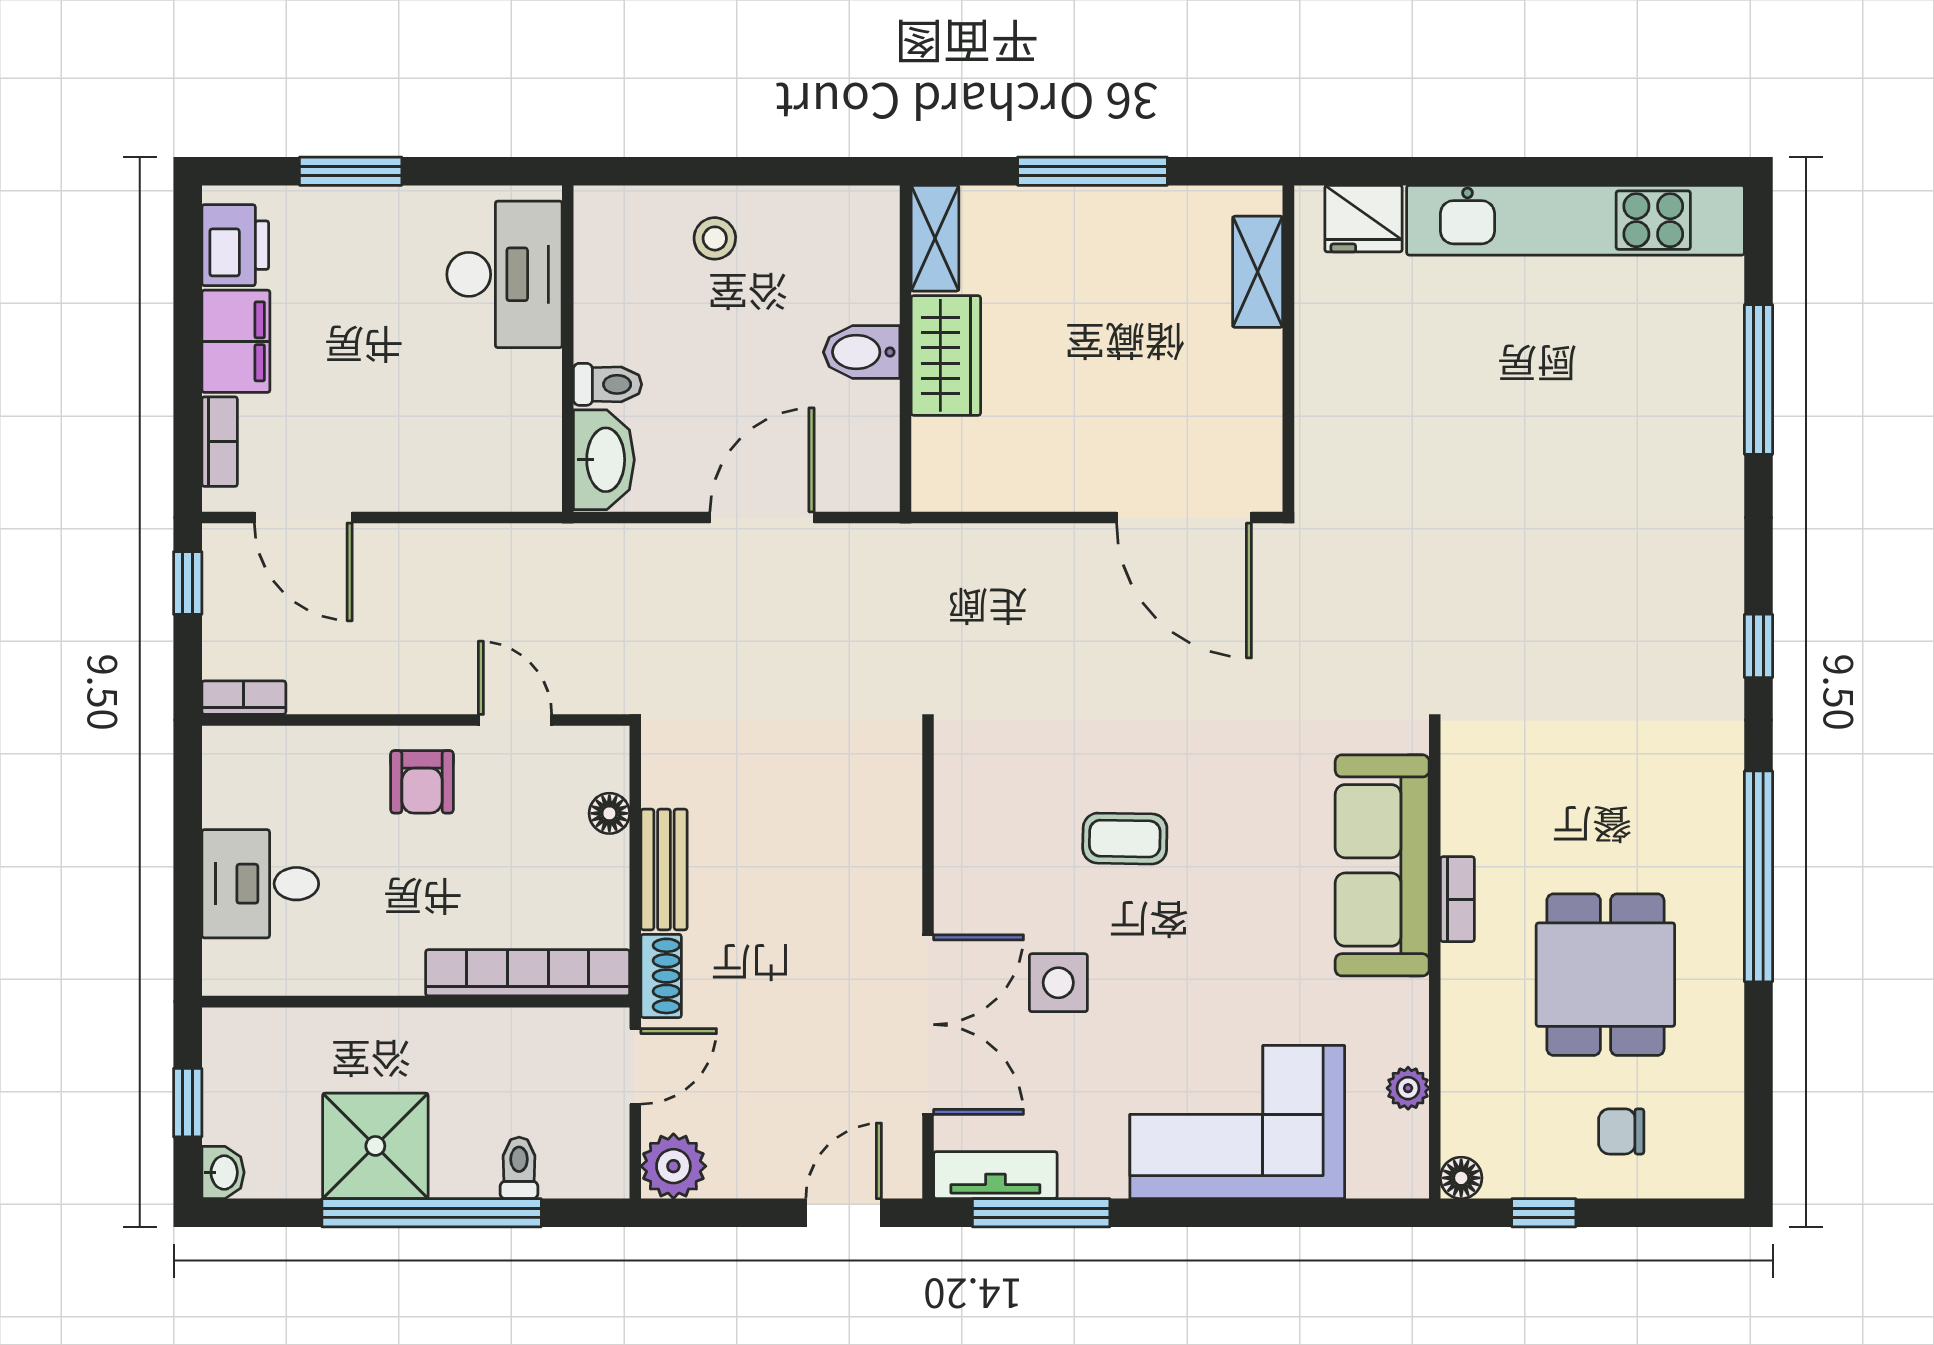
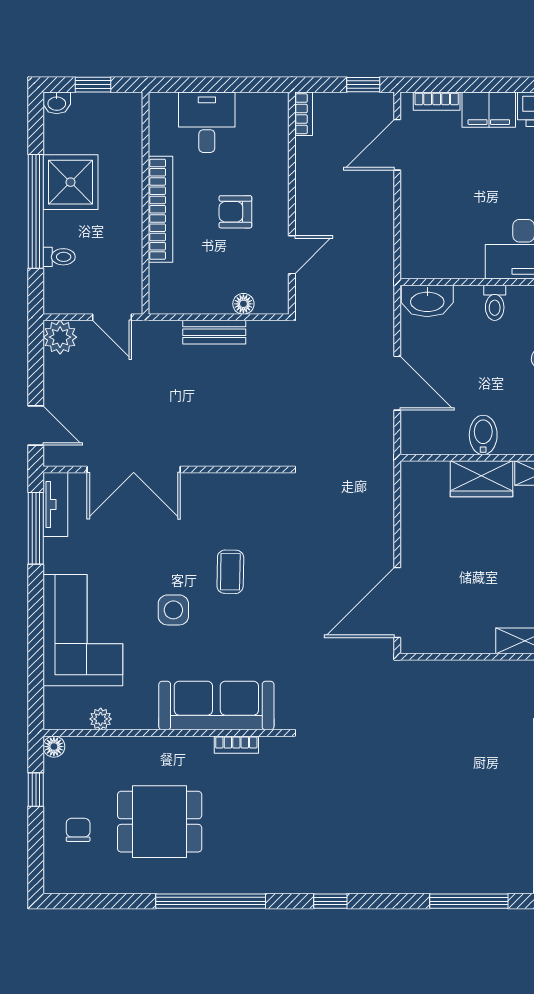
toilet: (607, 384) -> (495, 303), moved
armchair: (422, 782) -> (235, 212), moved
bookcase: (1457, 899) -> (236, 745), moved
bookcase: (528, 973) -> (161, 209), moved
shoe rack: (661, 976) -> (159, 331), removed
side table: (1058, 983) -> (173, 610), moved

